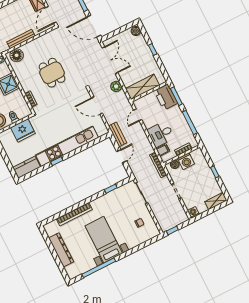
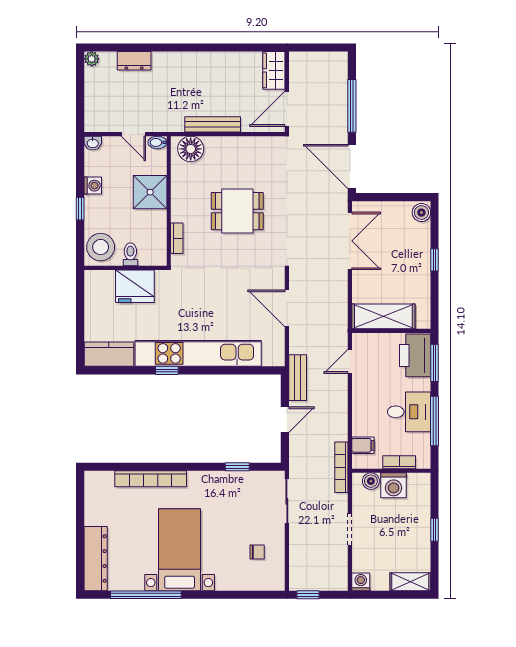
dining table: (52, 73) -> (237, 211), turned 90
plant: (116, 86) -> (338, 292), removed
desk: (161, 134) -> (409, 412), moved, turned 180
dresser: (61, 250) -> (96, 559), moved

